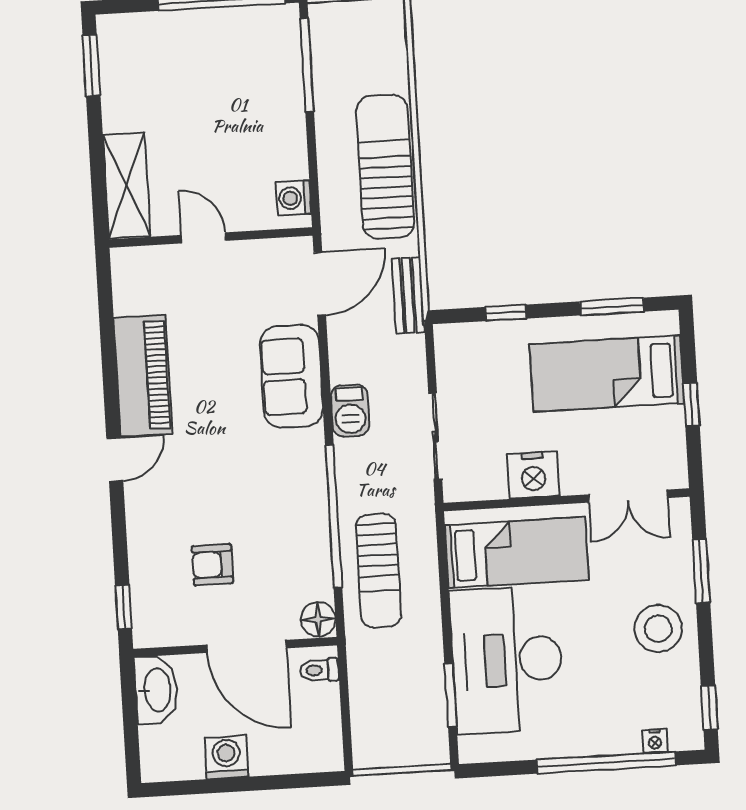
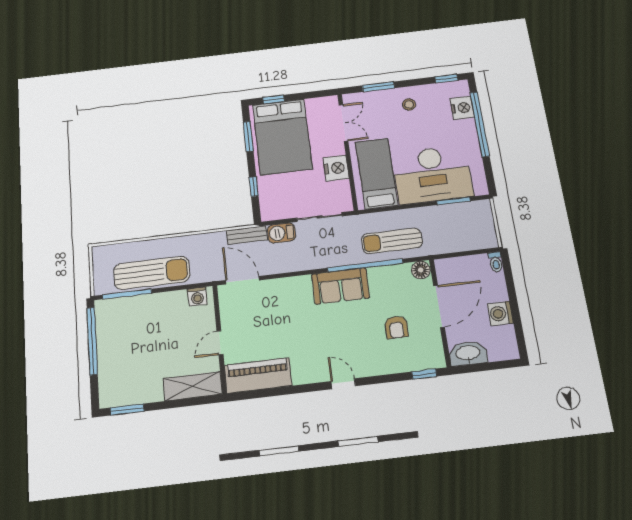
sun lounger: (385, 167) -> (152, 273), moved, turned 180
bed: (607, 374) -> (282, 137), width x1.50
piano: (143, 376) -> (258, 376), moved
sofa: (292, 376) -> (340, 286), moved
window: (691, 404) -> (273, 99), moved
barbecue: (350, 411) -> (281, 233), moved, turned 180
sun lounger: (378, 571) -> (392, 241), turned 180
stool: (658, 629) -> (409, 104), width x0.53, depth x0.53
toilet: (319, 670) -> (496, 262), moved
nightstand: (655, 741) -> (462, 108), width x1.89, depth x1.79

